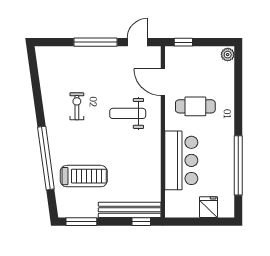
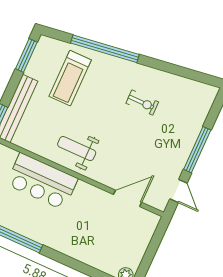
window: (183, 42) -> (158, 236), removed
cafe table: (195, 106) -> (89, 220), removed
weight bench: (128, 113) -> (77, 149), moved, turned -90

